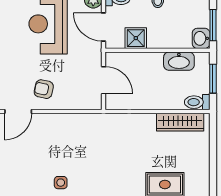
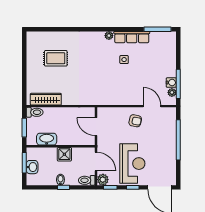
shower: (136, 38) -> (64, 154), moved
washbasin: (201, 38) -> (32, 167), moved
door: (18, 111) -> (152, 106), hinge flipped

